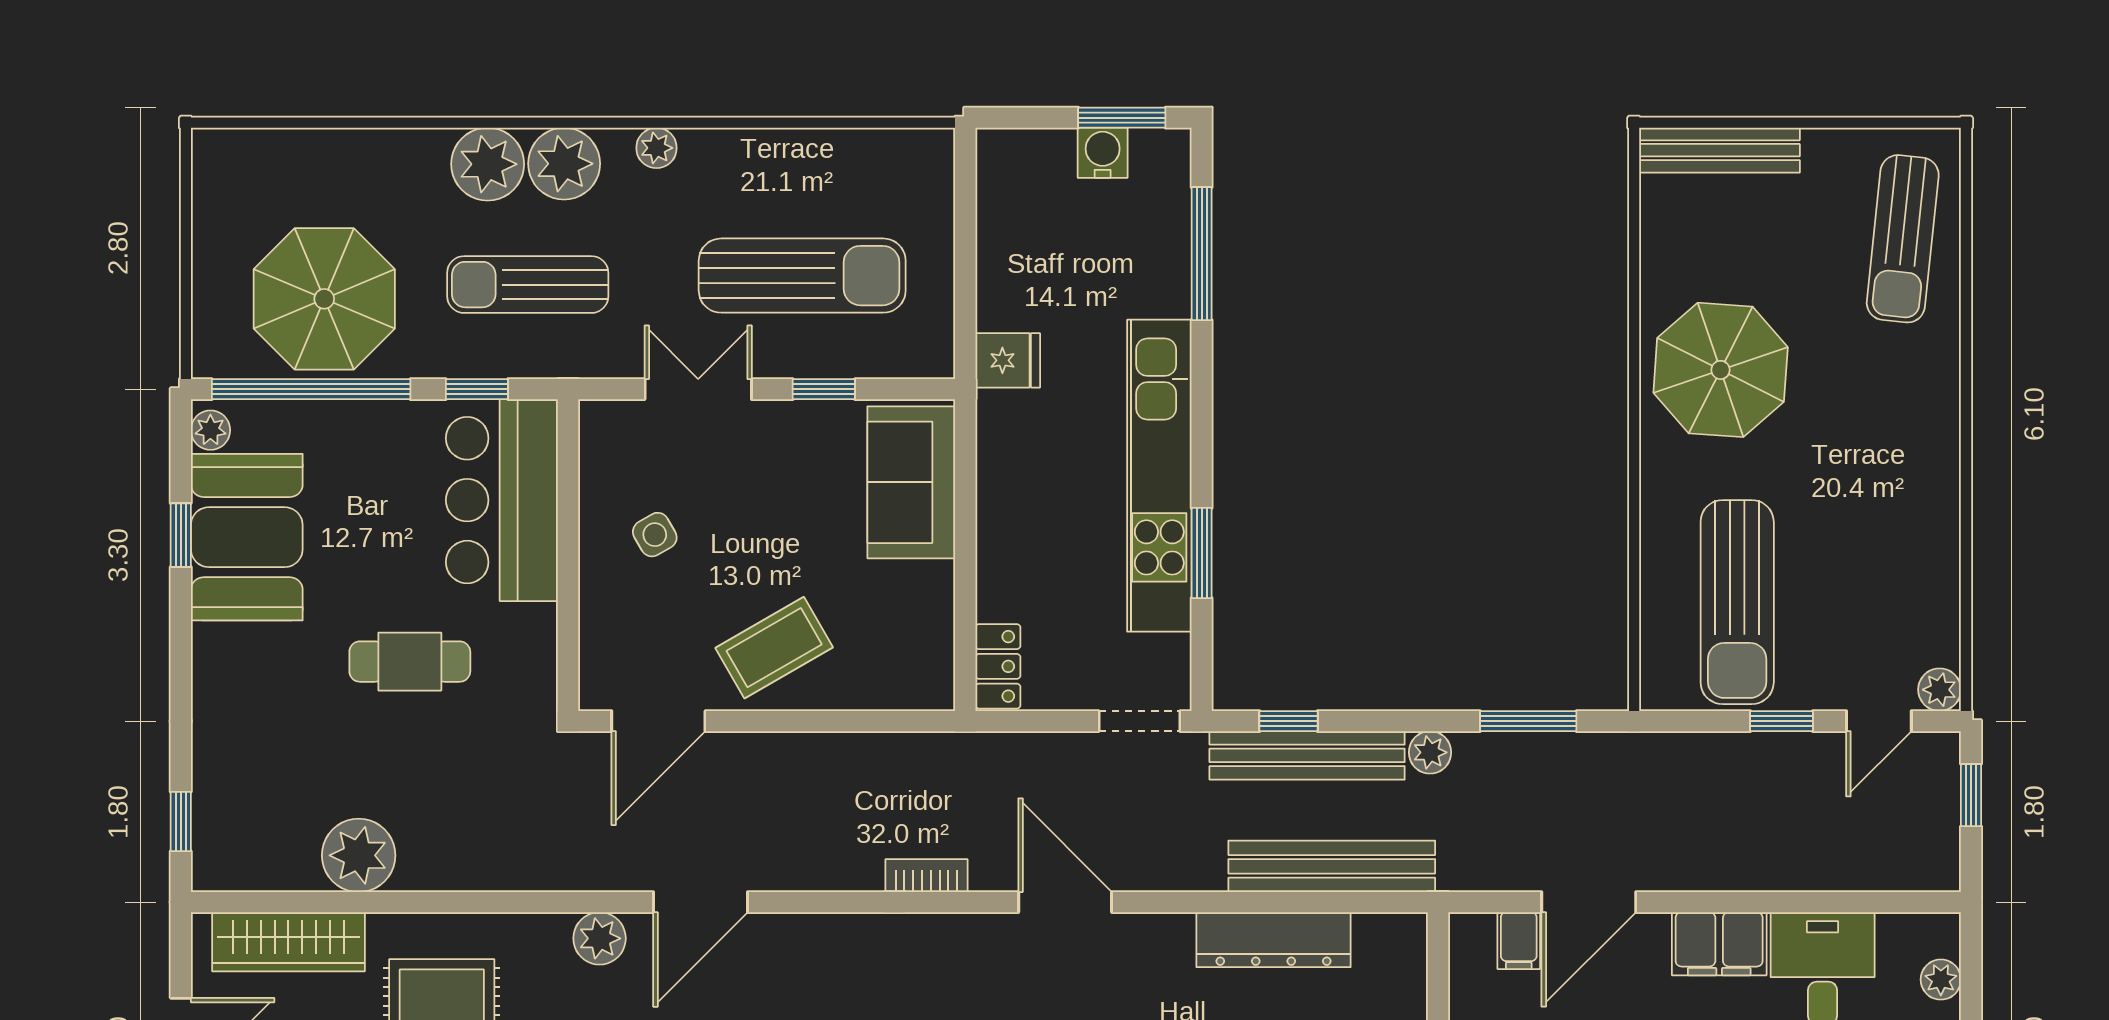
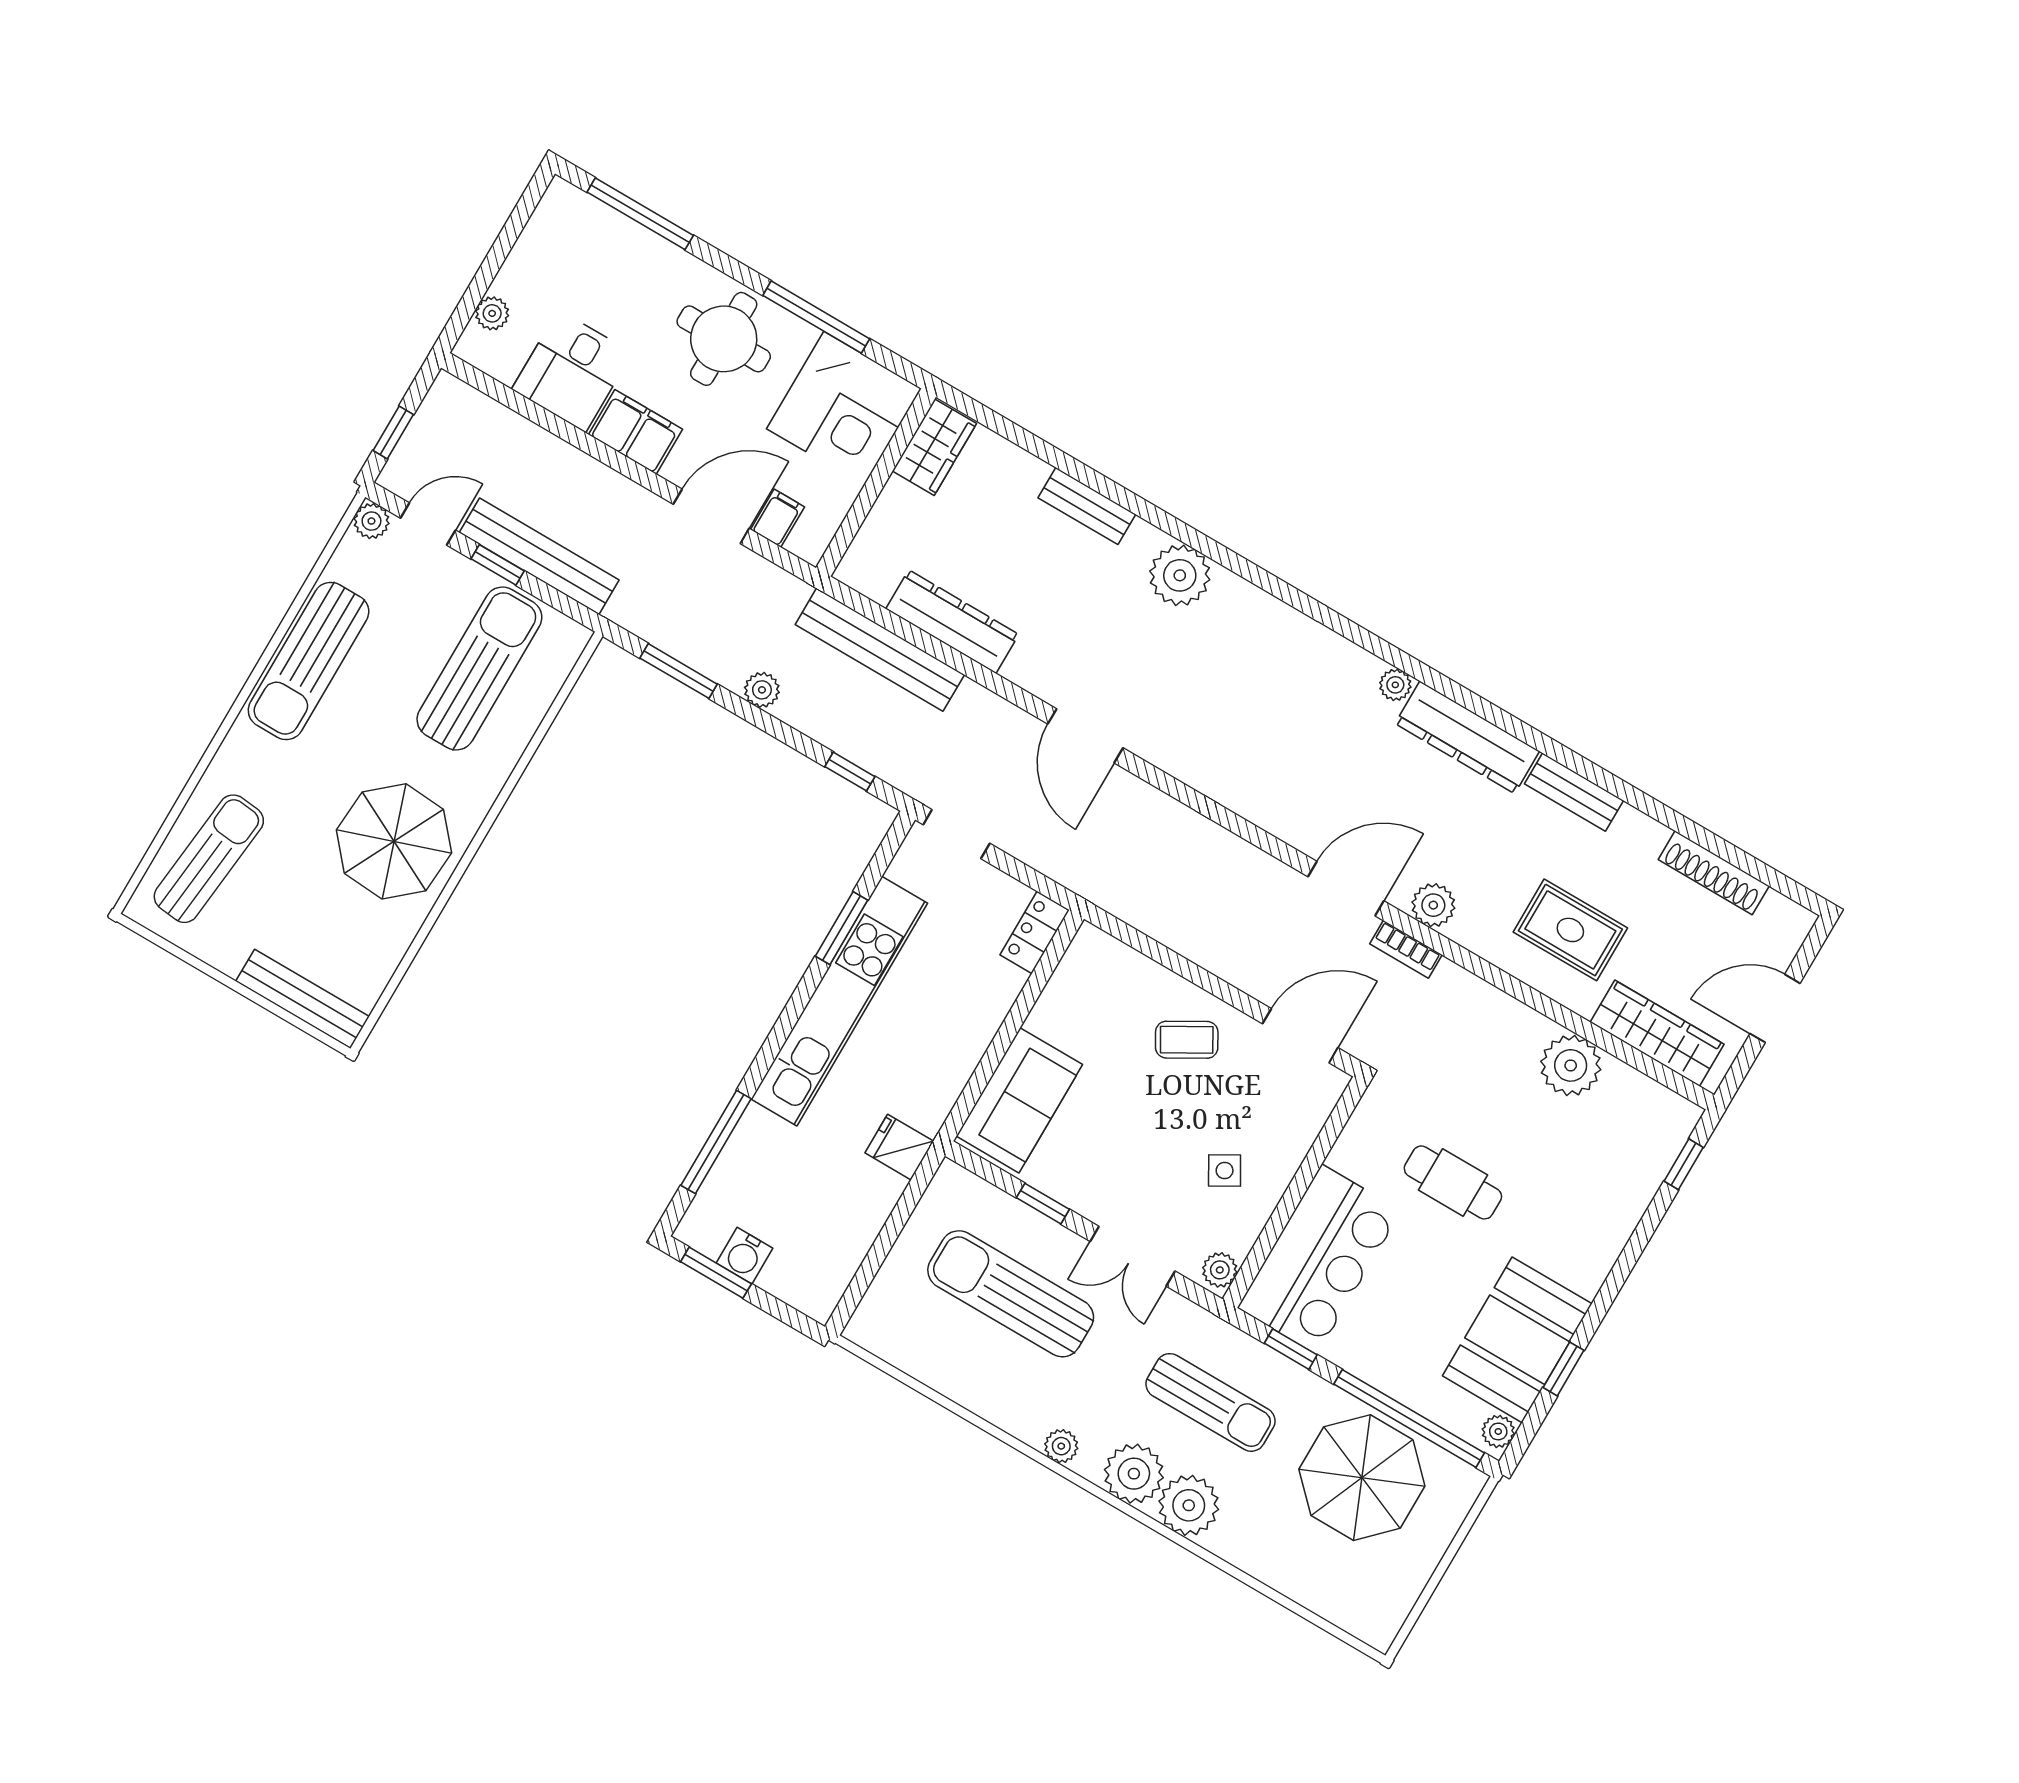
plant: (599, 428) -> (1220, 1270), added
sun lounger: (1920, 506) -> (309, 661), added
coffee table: (774, 648) -> (1187, 1040), width x0.73, depth x0.77
bench: (1307, 755) -> (539, 556), moved
bookcase: (926, 876) -> (1406, 949), moved

